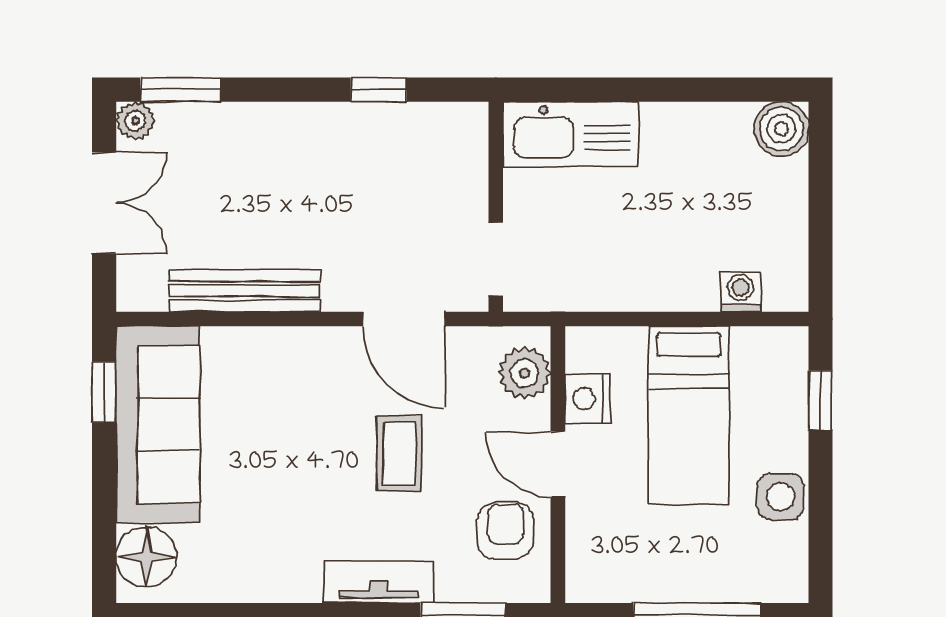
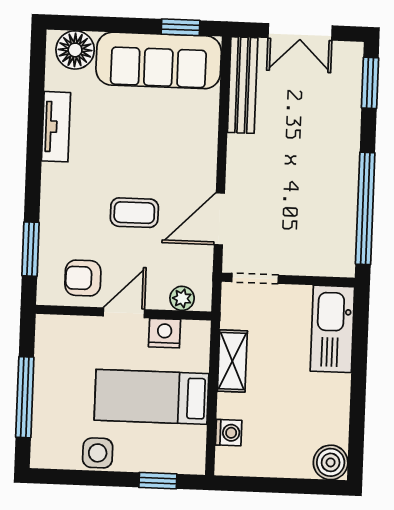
window: (379, 90) -> (365, 208), width x3.17
plant: (135, 121) -> (351, 54), removed
shelving: (627, 290) -> (232, 361), added
bench: (245, 291) -> (243, 85), moved
plant: (524, 373) -> (182, 298), width x0.73, depth x0.73
armchair: (506, 531) -> (83, 278), turned 180
tv unit: (379, 582) -> (56, 127), moved

